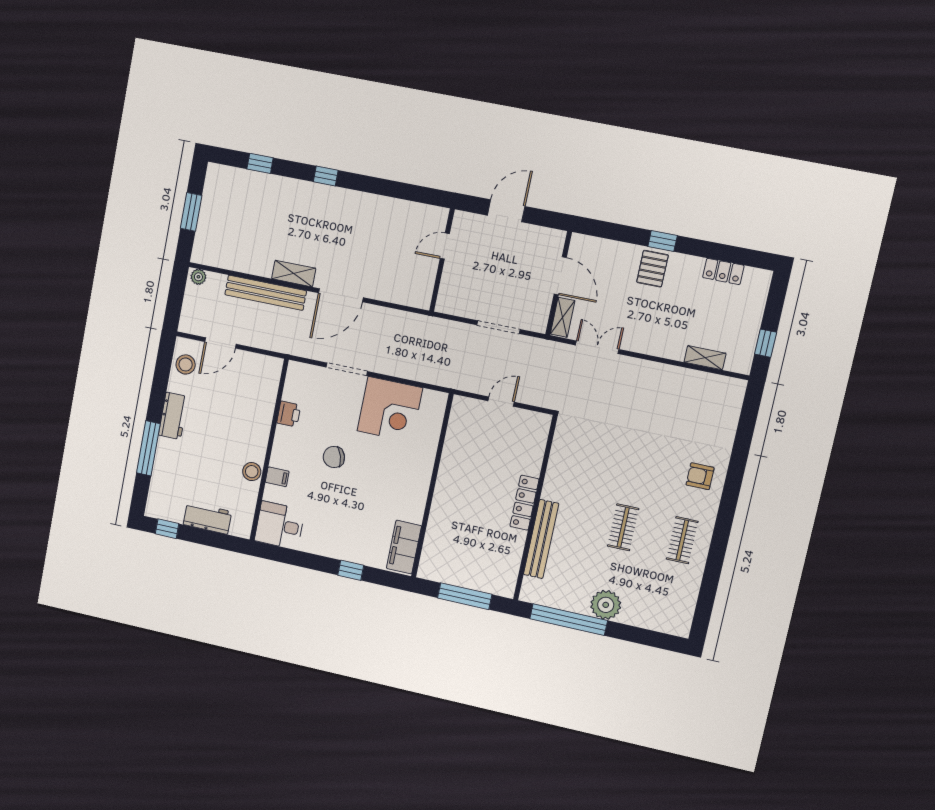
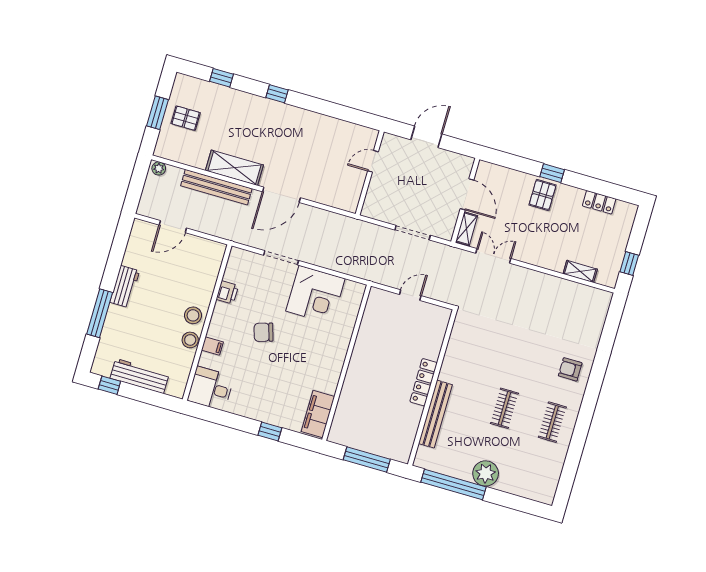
pallet: (223, 215) -> (186, 118), added
shelving: (294, 274) -> (234, 168), width x1.50, depth x1.33
stool: (186, 364) -> (193, 315), moved
workbench: (207, 518) -> (140, 376), width x1.38

